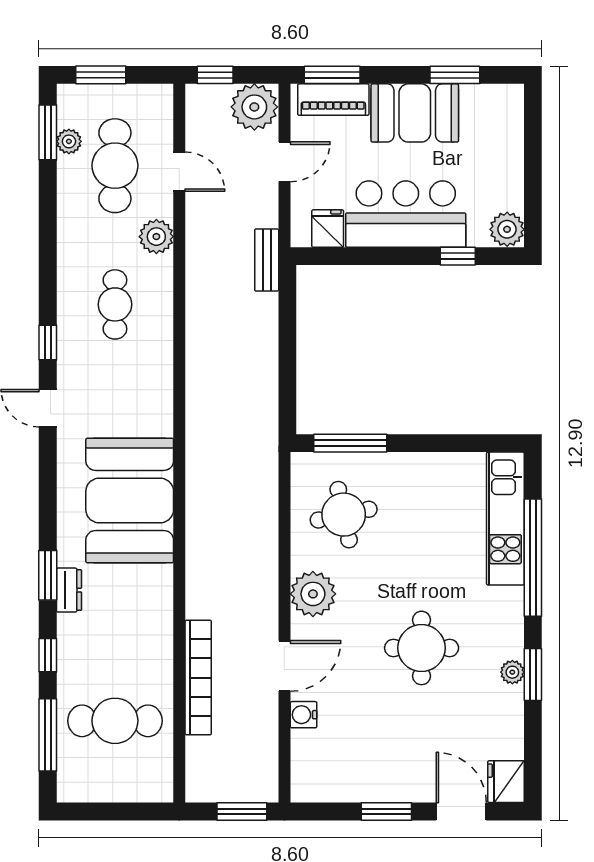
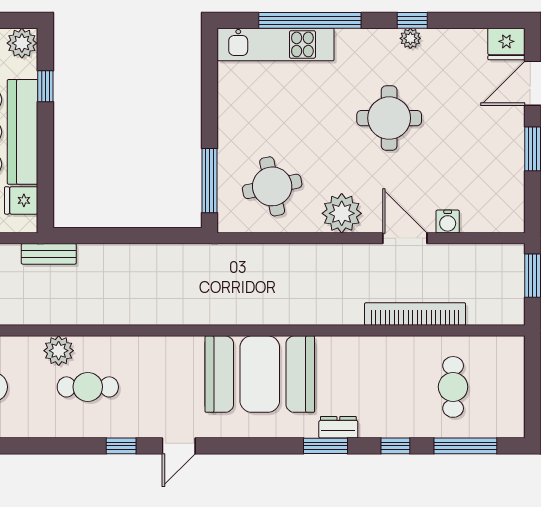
plant: (156, 237) -> (59, 351), moved
window: (533, 674) -> (412, 20), width x0.67
cafe table: (115, 721) -> (453, 387), width x0.73, depth x0.74

